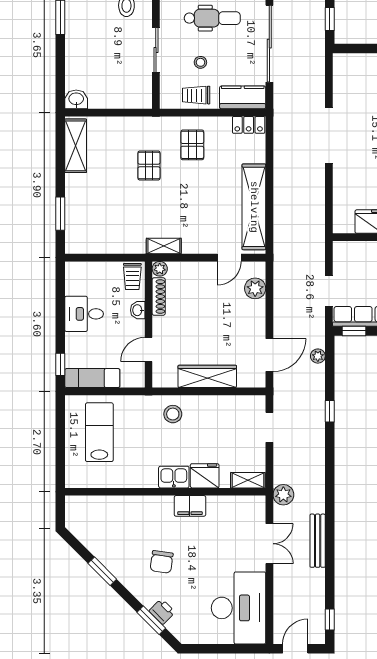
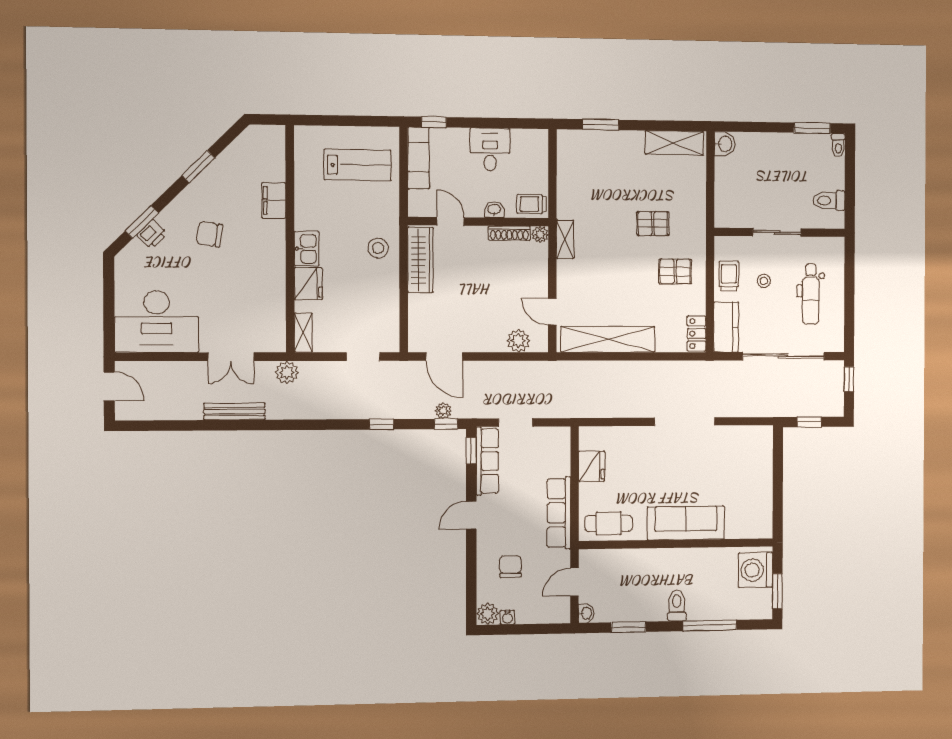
wardrobe: (207, 376) -> (420, 260), moved
filing cabinet: (190, 506) -> (274, 200), moved
window: (330, 620) -> (446, 424), moved

